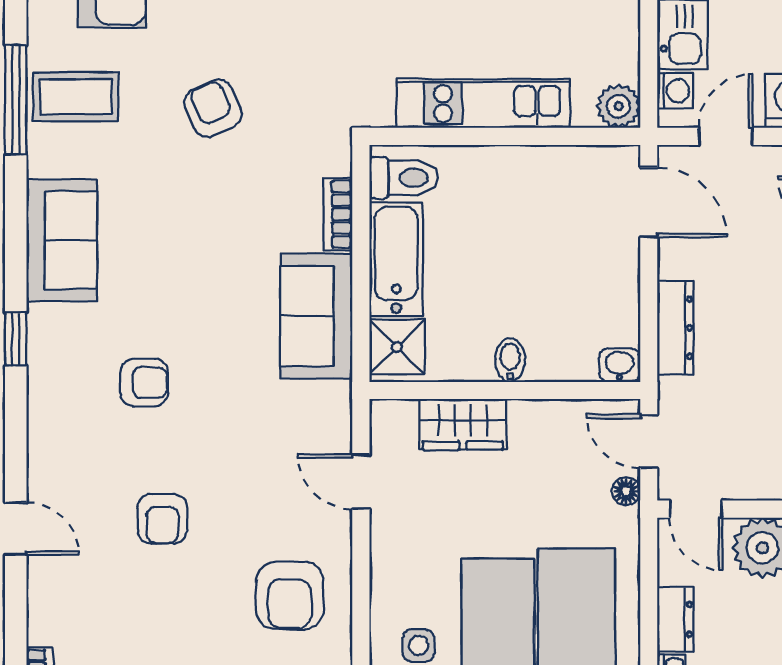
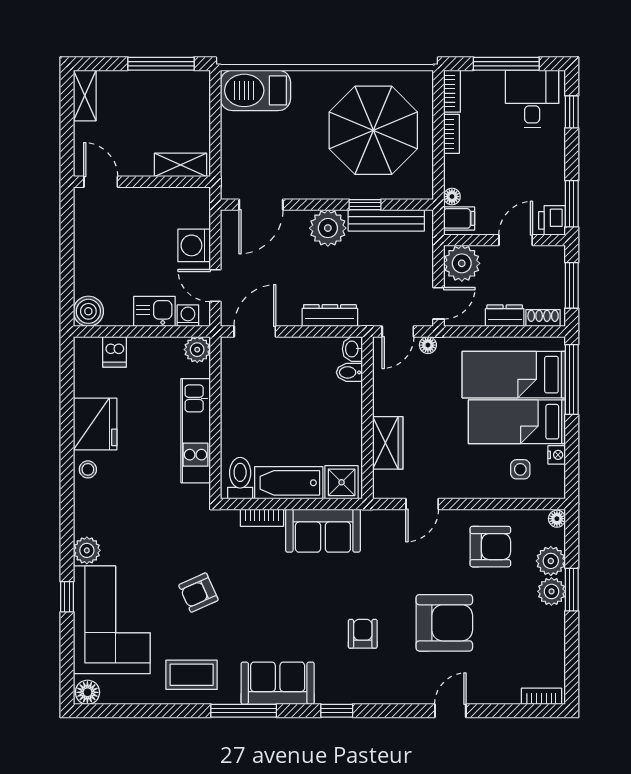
coffee table: (76, 97) -> (192, 675), turned 90
window: (16, 100) -> (244, 711), moved
bidet: (510, 360) -> (349, 372), moved
armchair: (162, 519) -> (444, 623), width x1.88, depth x1.88

